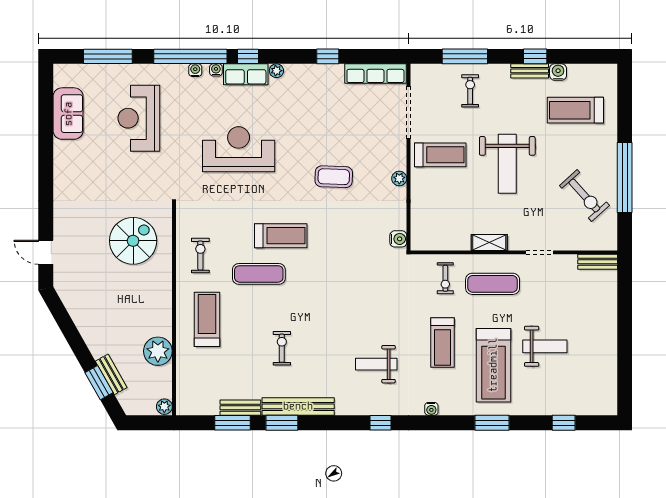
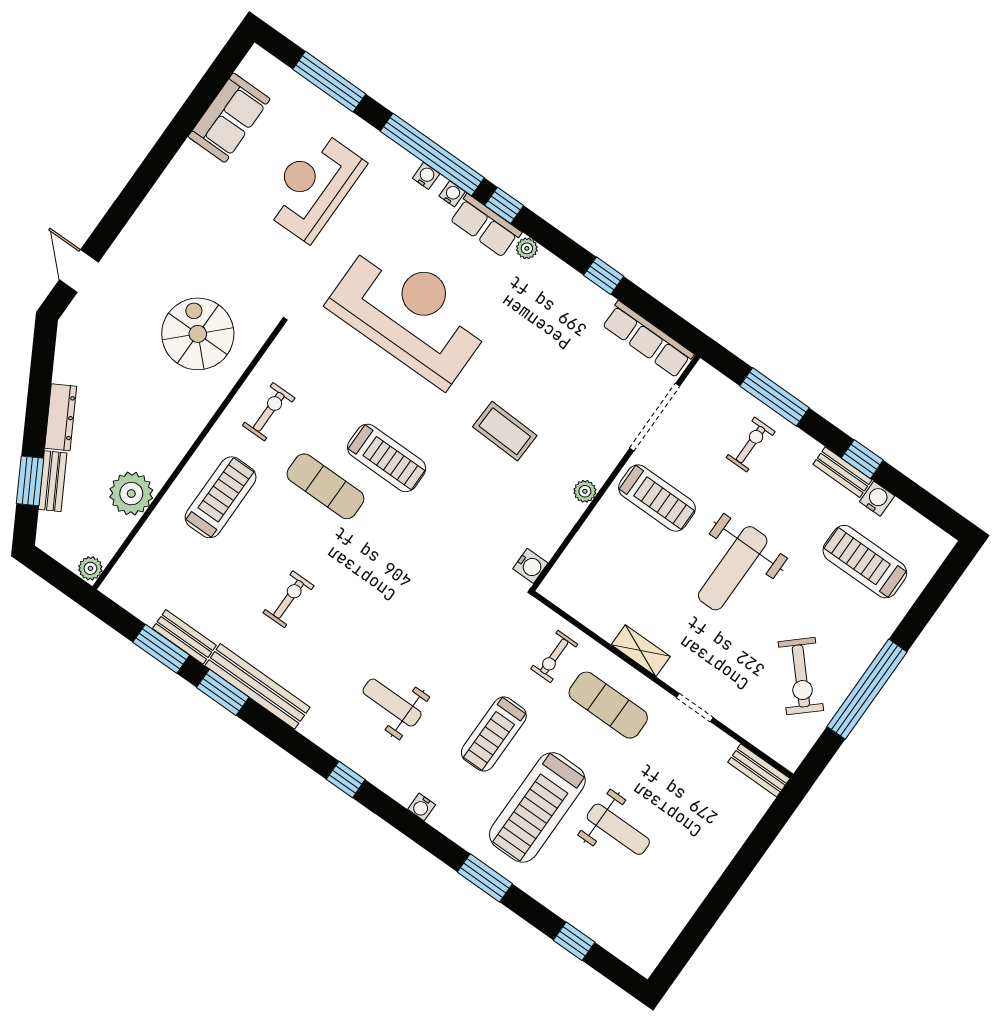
reception desk: (239, 149) -> (410, 313), width x1.36, depth x1.30
spiral stairs: (133, 241) -> (198, 334), turned -90
dresser: (91, 337) -> (61, 417), added

